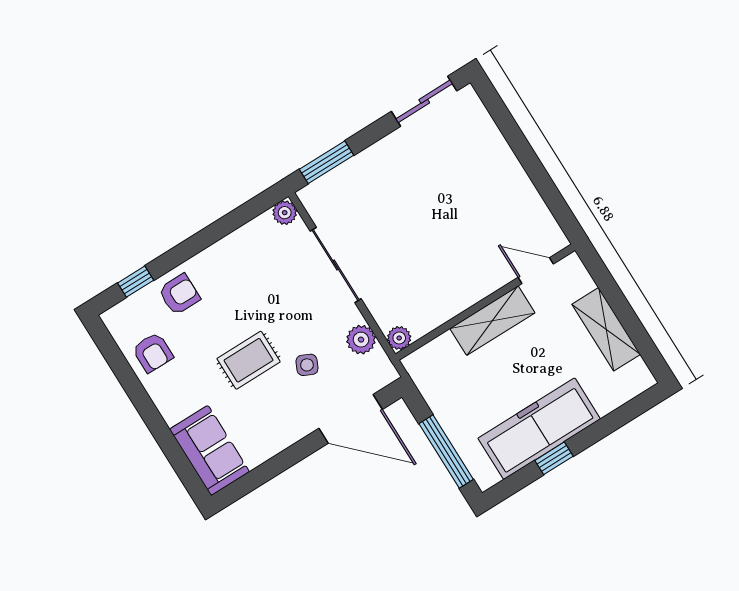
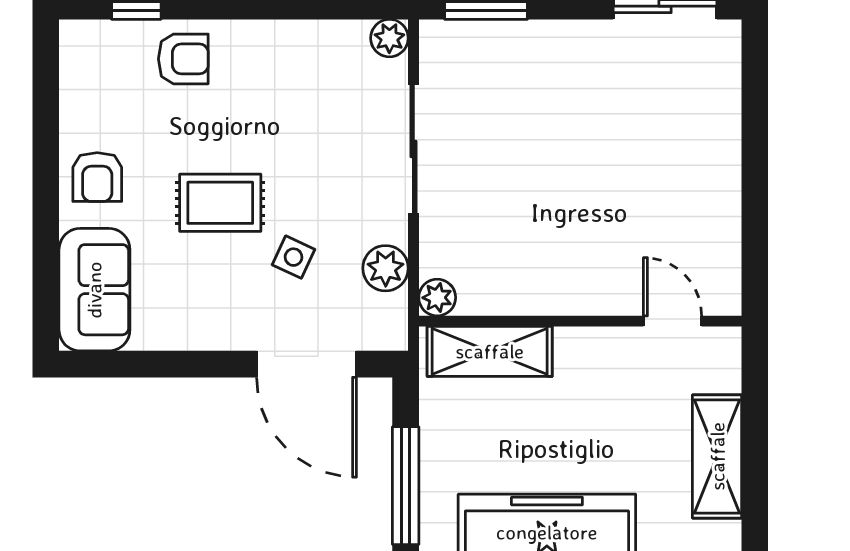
shelving: (492, 321) -> (490, 351), moved
armchair: (153, 353) -> (97, 177), moved

